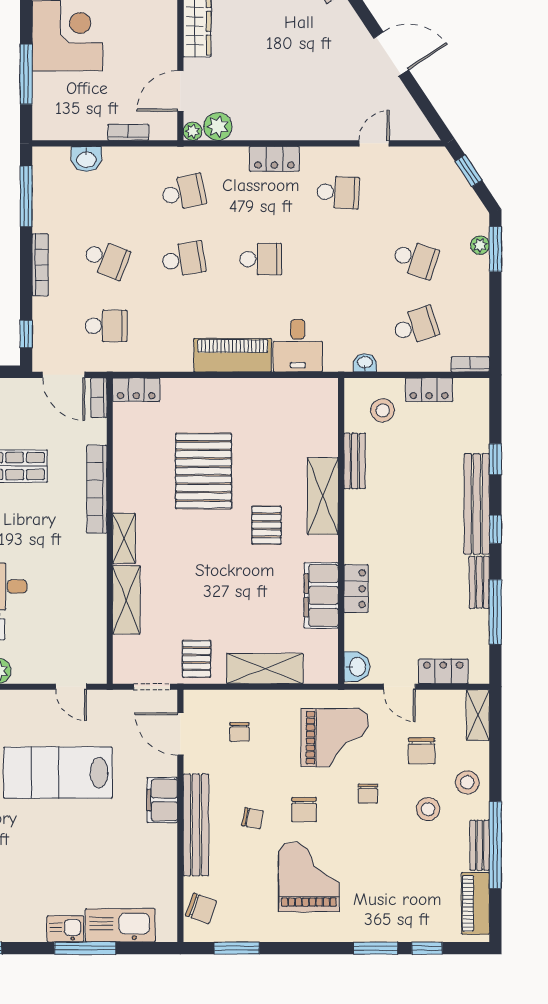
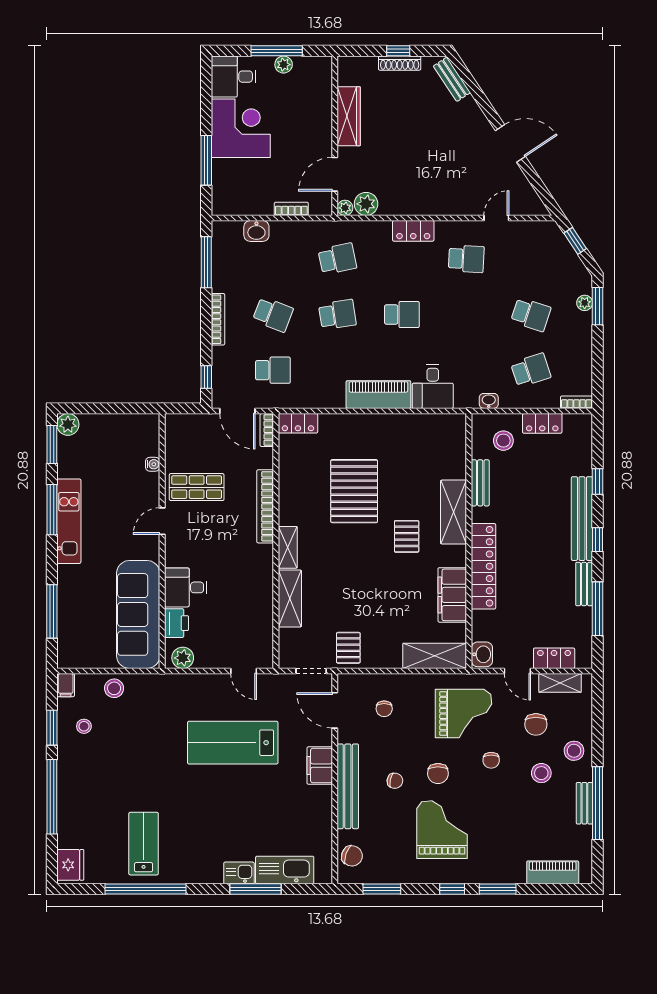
locker: (356, 589) -> (483, 566), width x2.16, depth x1.21
shelving: (265, 669) -> (435, 656), moved
shelving: (478, 715) -> (560, 683), moved, turned 90
piano: (475, 903) -> (553, 872), moved, turned 90
window: (427, 948) -> (452, 889), moved

